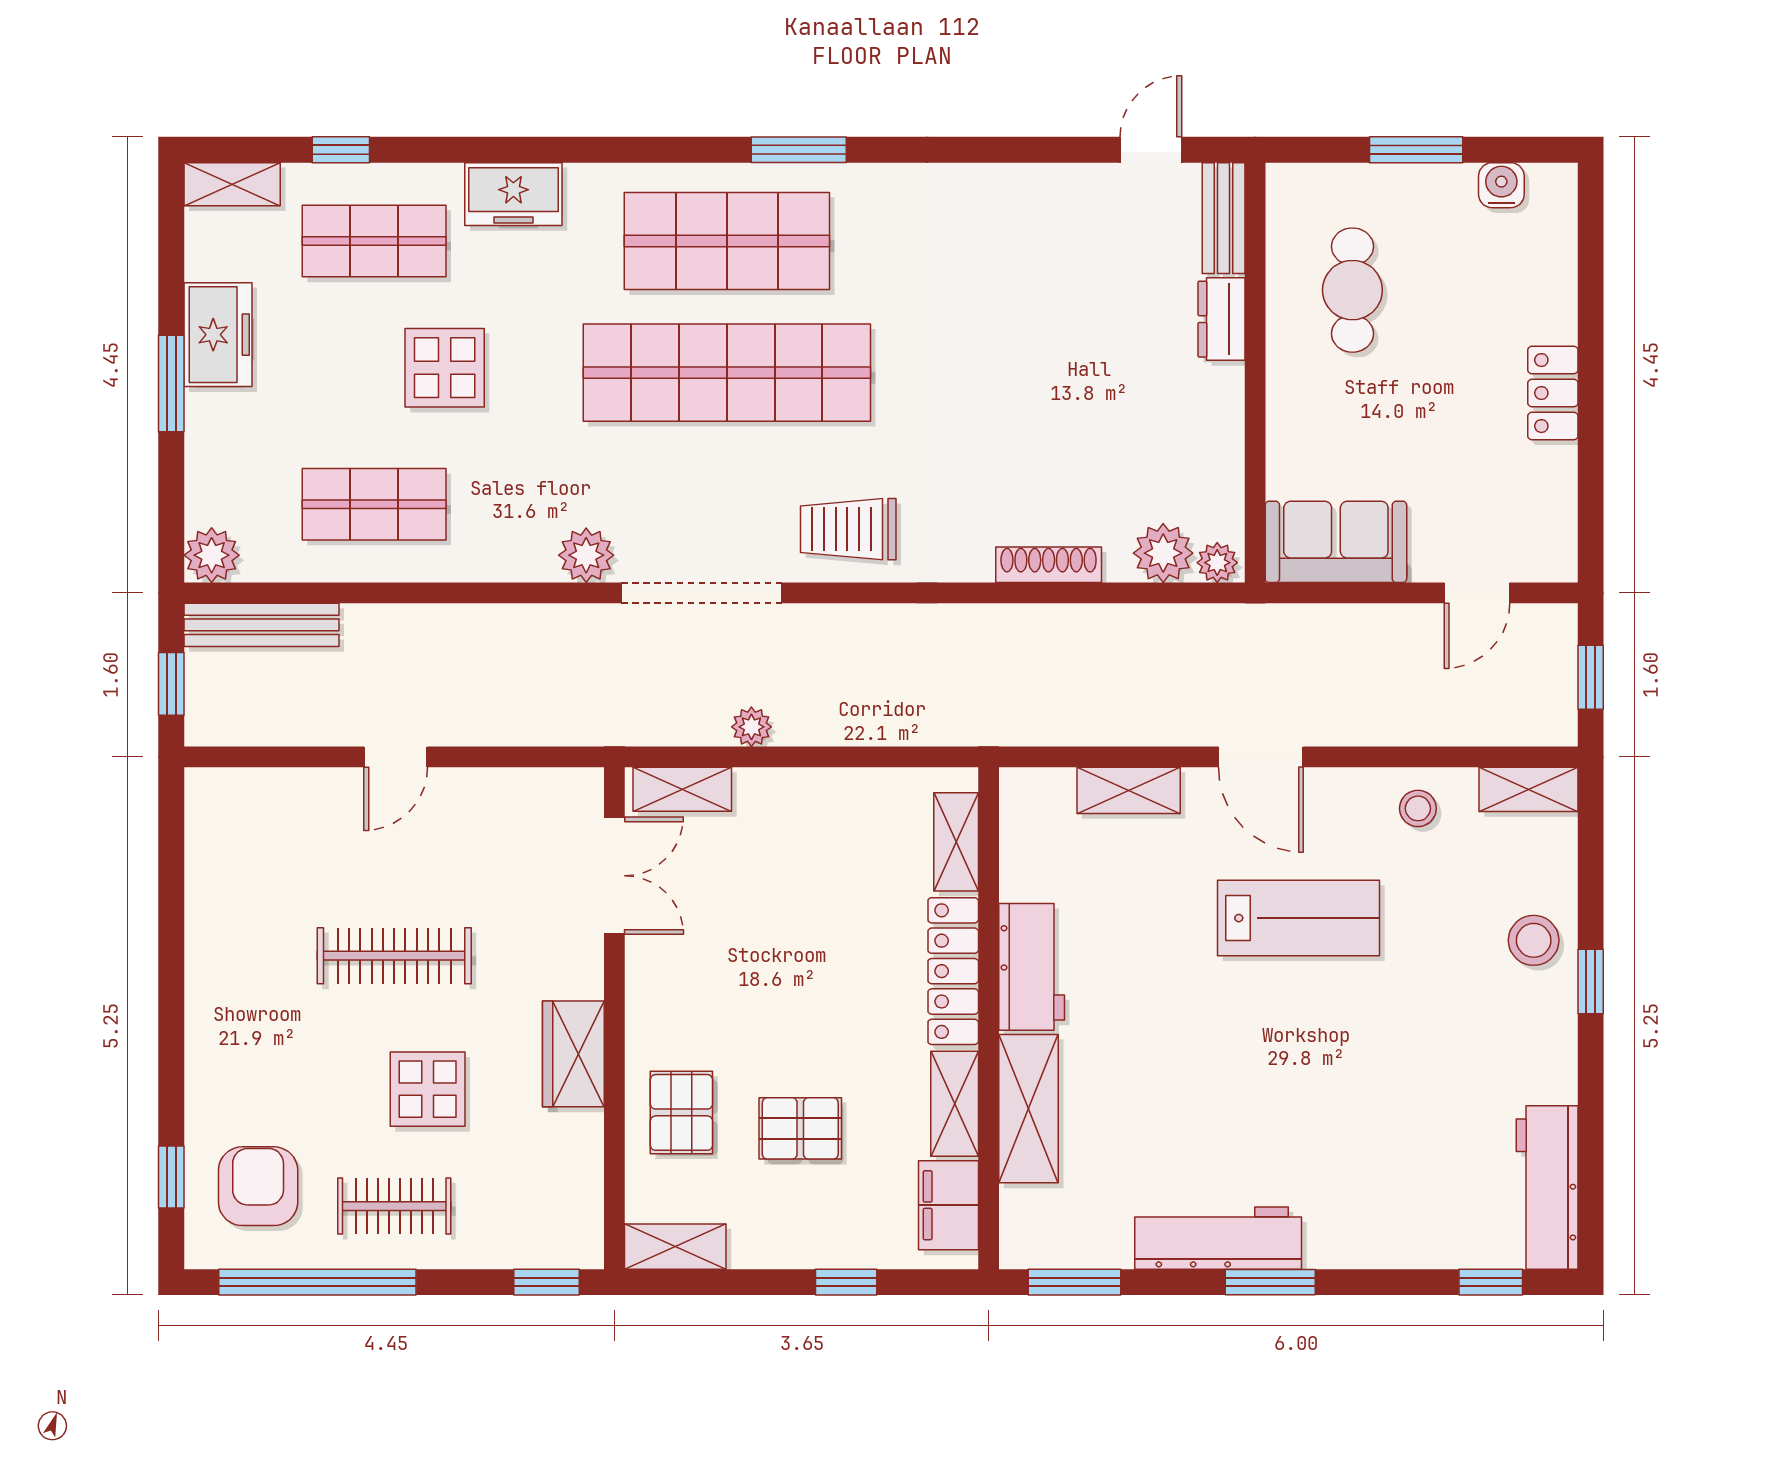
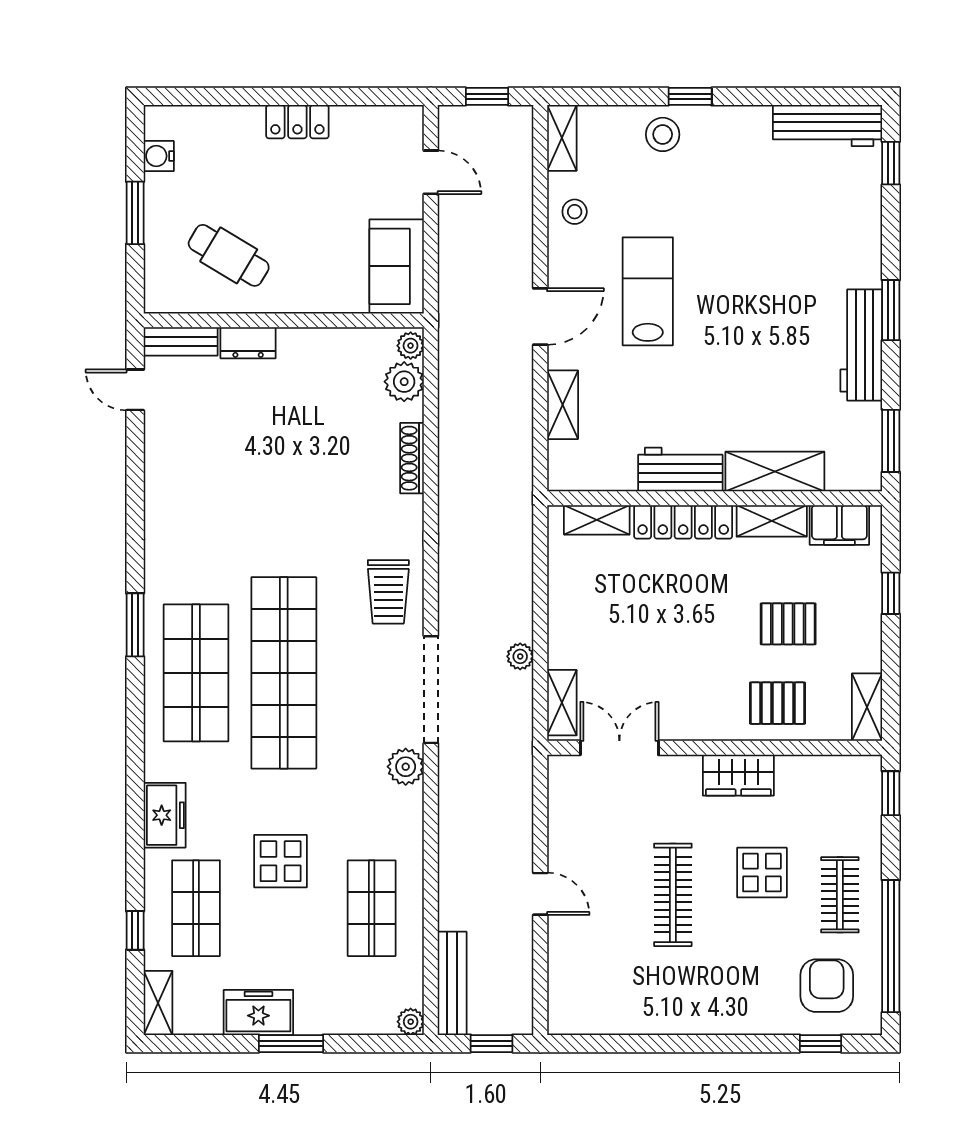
cafe table: (1352, 290) -> (229, 255), turned 31
plant: (212, 555) -> (411, 1022), width x0.73, depth x0.73
pallet: (800, 1128) -> (788, 624), turned 90
armchair: (258, 1186) -> (827, 986), turned 90

